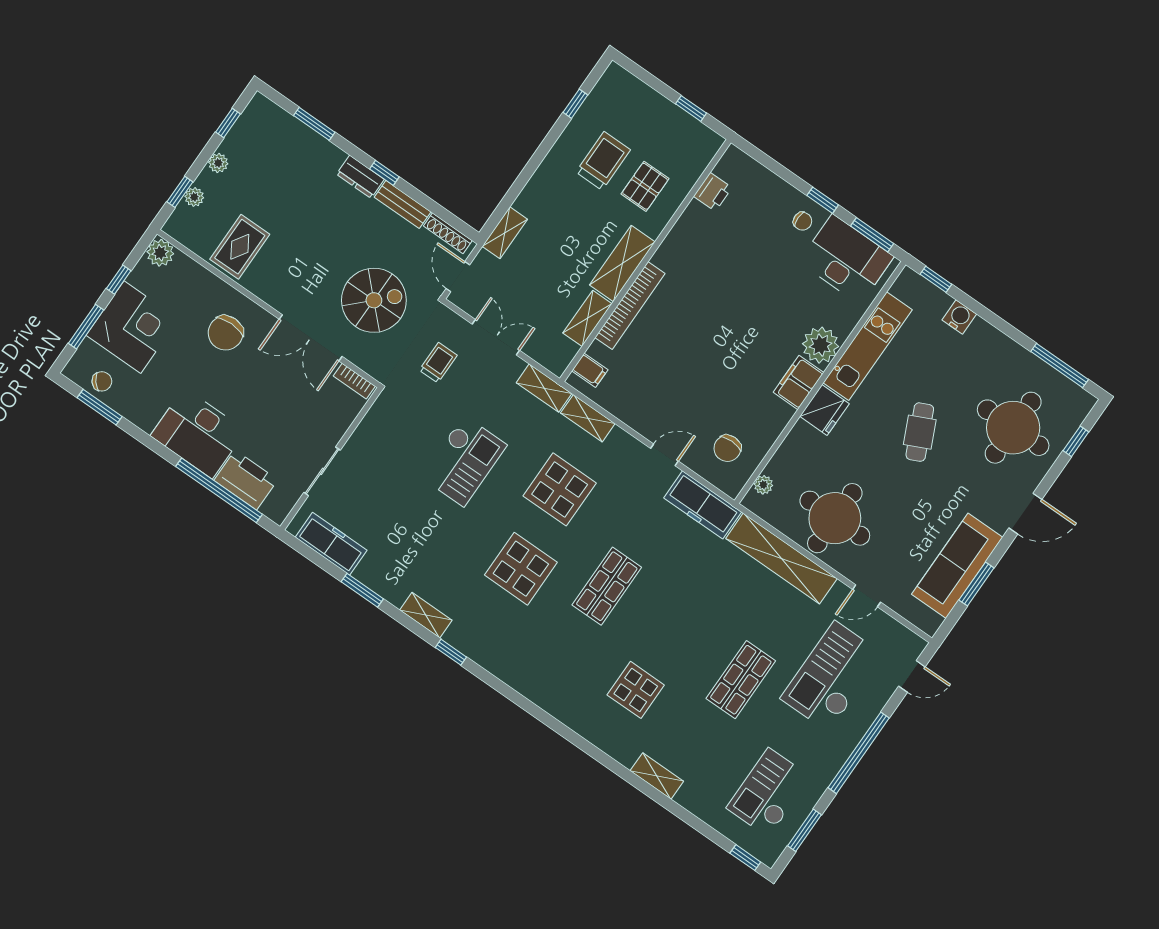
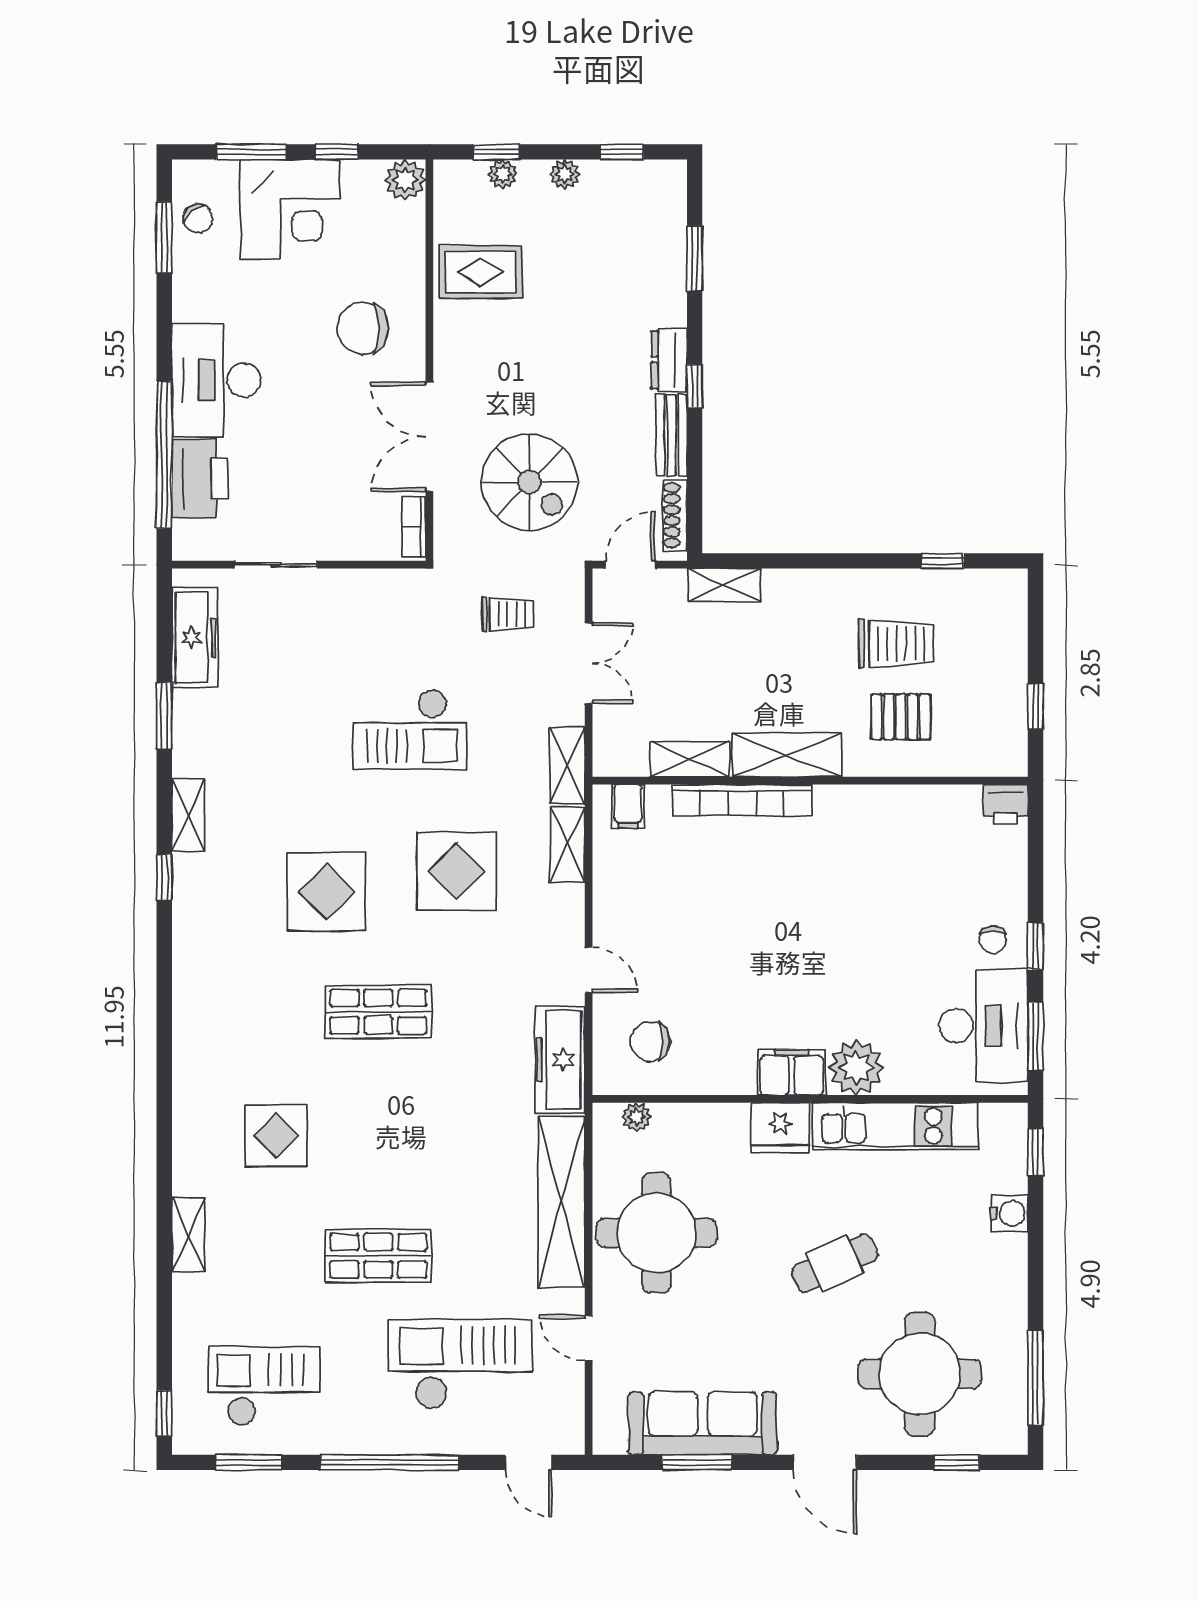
printer: (713, 192) -> (1006, 805), moved

